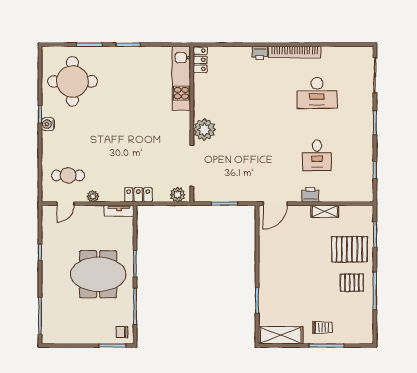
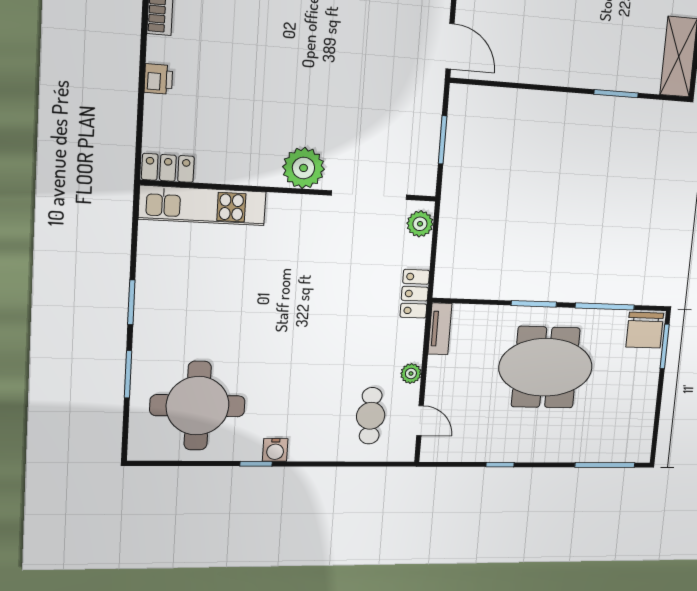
printer: (260, 53) -> (158, 79), moved
meeting table: (98, 274) -> (546, 367), turned 90
chair: (122, 332) -> (645, 330), width x1.87, depth x1.87

